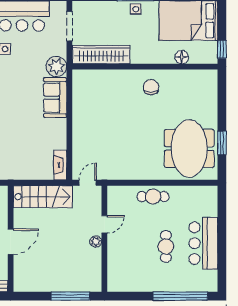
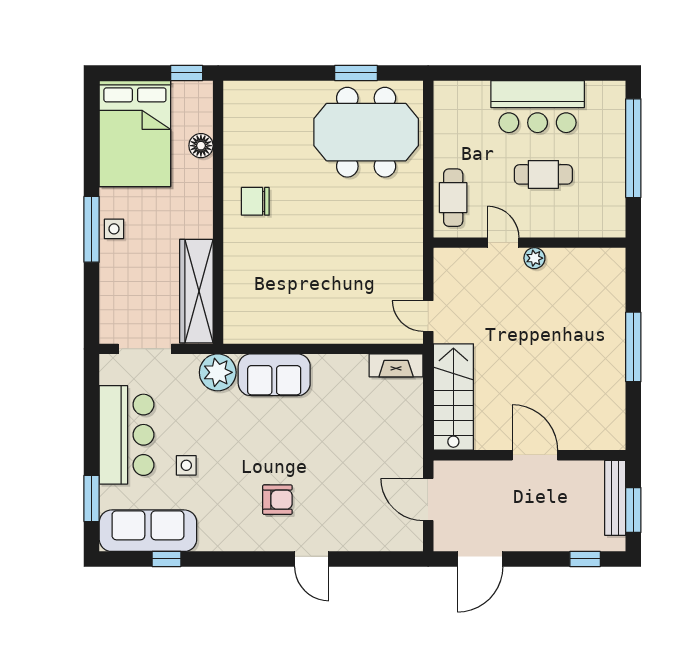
door: (104, 224) -> (503, 243), moved
wall: (104, 239) -> (529, 243), moved
plant: (96, 241) -> (534, 258), moved

